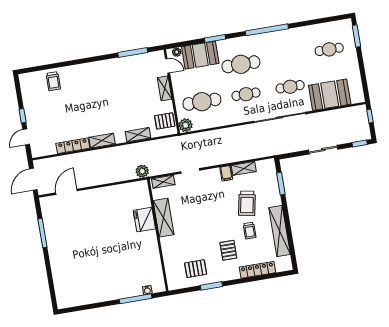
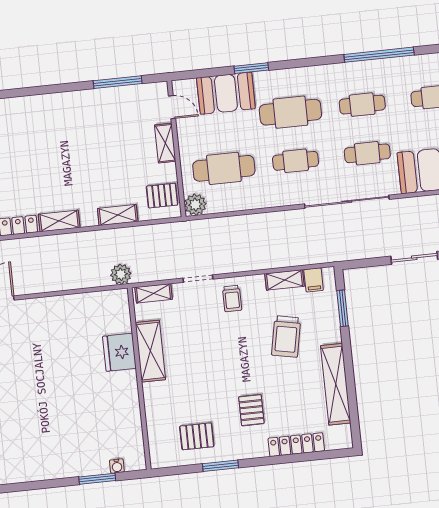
window: (267, 30) -> (379, 55), moved
plant: (177, 52) -> (188, 86), removed
cafe table: (285, 57) -> (362, 105), added
filing cabinet: (226, 173) -> (314, 280), moved
trolley: (250, 231) -> (232, 298), moved
window: (136, 299) -> (97, 479), width x0.69

